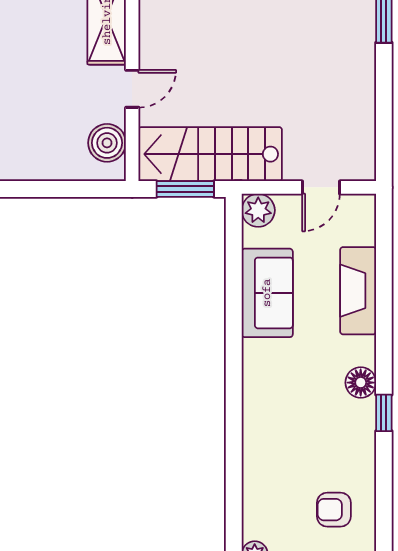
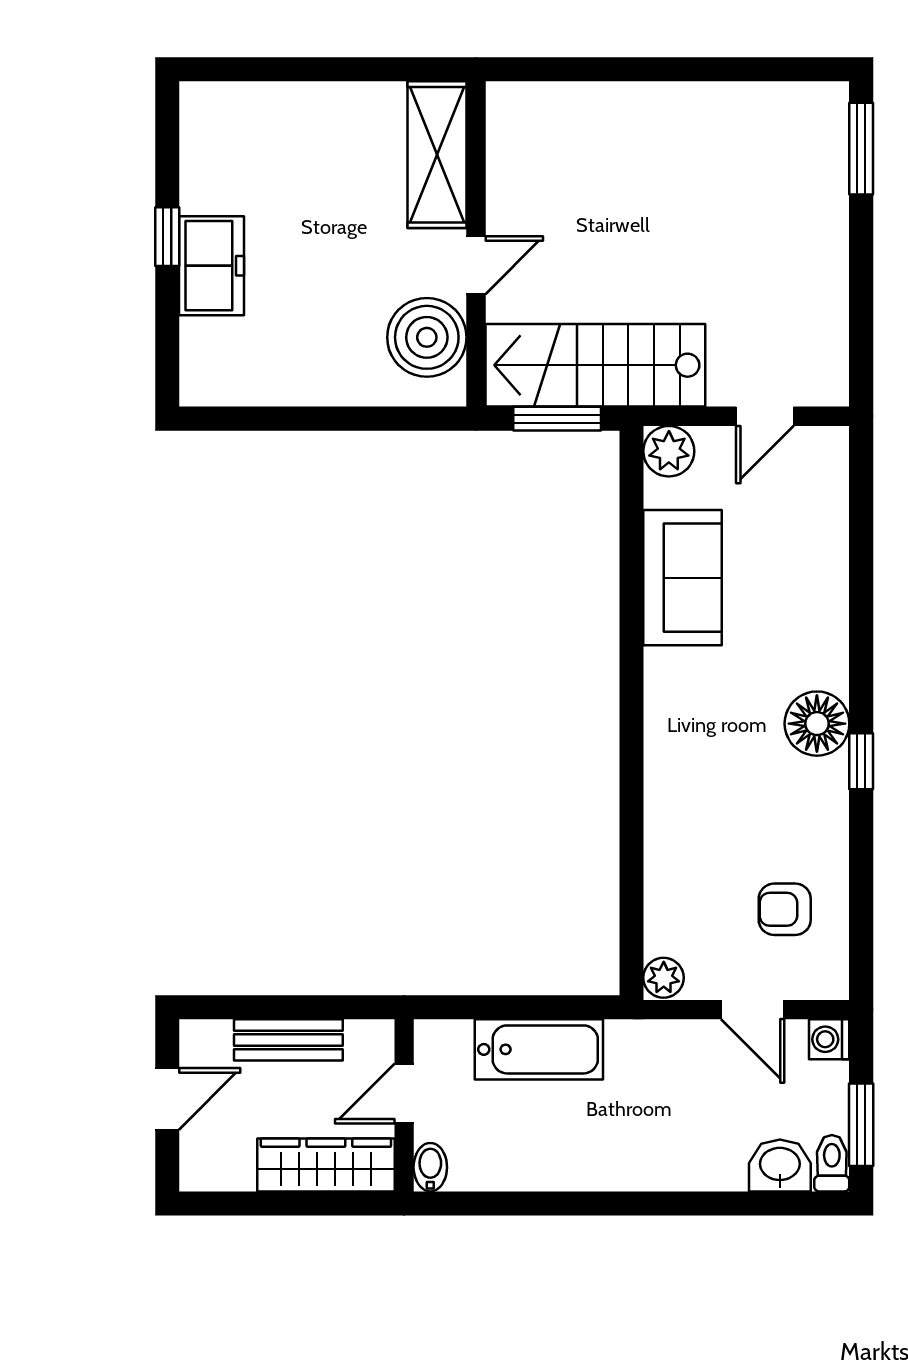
boiler: (107, 143) -> (427, 337), width x1.37, depth x1.37
fireplace: (358, 291) -> (822, 574), removed
floor lamp: (361, 383) -> (817, 724), width x1.38, depth x1.38

